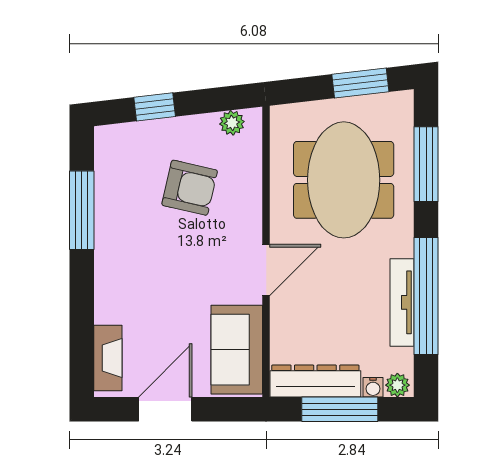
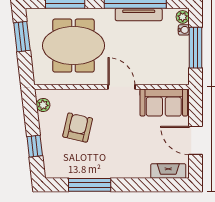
dresser: (315, 381) -> (181, 61), removed

